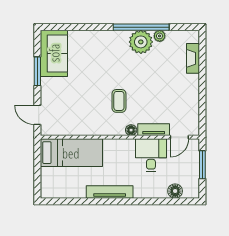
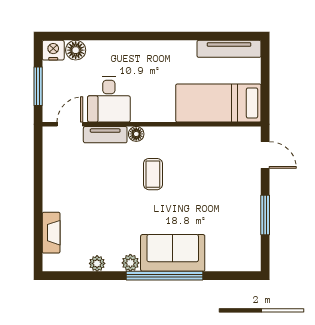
window: (141, 27) -> (164, 276), moved
plant: (141, 42) -> (130, 263), width x0.53, depth x0.53
sofa: (54, 53) -> (173, 253), moved, turned 90
nightstand: (191, 191) -> (53, 50), added
tv unit: (110, 192) -> (229, 49), moved

